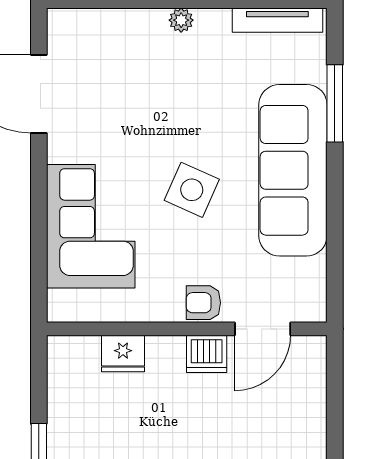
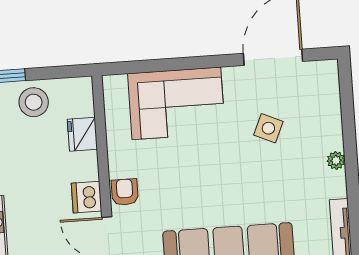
side table: (192, 190) -> (268, 128), moved, width x0.73, depth x0.73
stool: (76, 415) -> (34, 102), added

